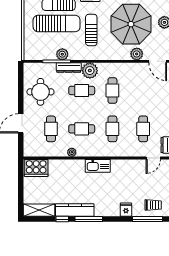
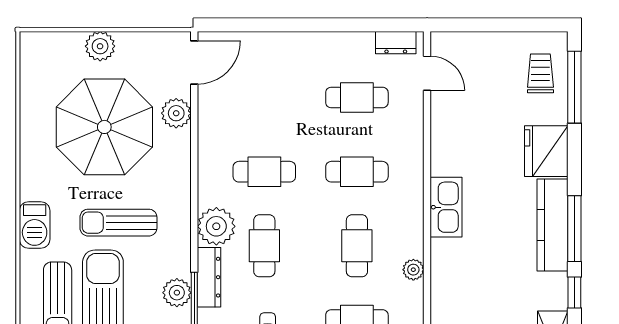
kitchen counter: (75, 210) -> (552, 225), moved
fridge: (126, 210) -> (546, 151), width x1.88, depth x1.34

